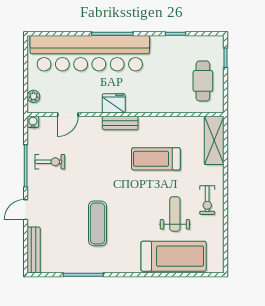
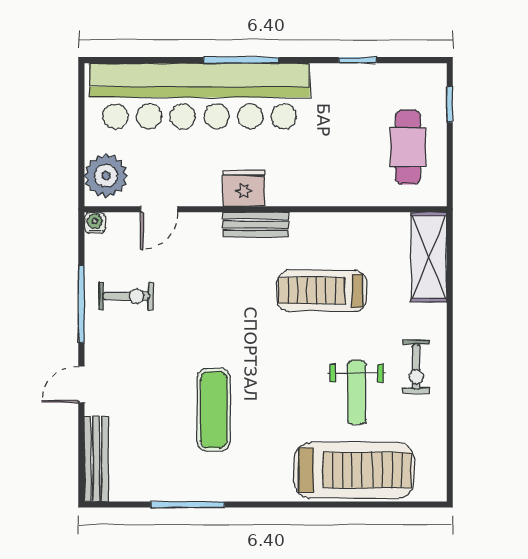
plant: (33, 96) -> (106, 176), width x1.87, depth x1.87
weight bench: (175, 214) -> (357, 392), turned 180

